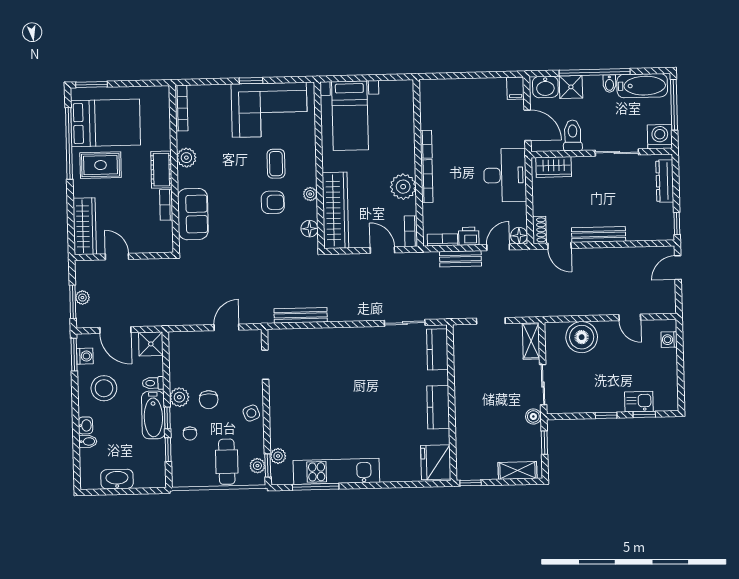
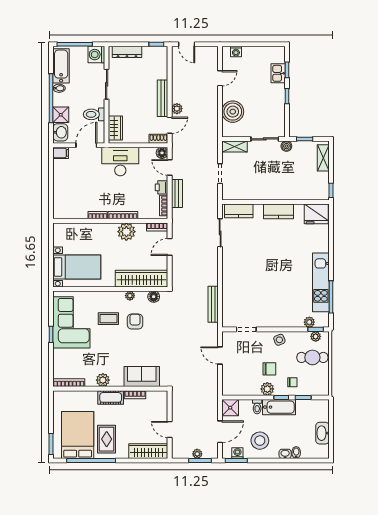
plant: (584, 256) -> (177, 109), added
door: (117, 257) -> (170, 429), hinge flipped

